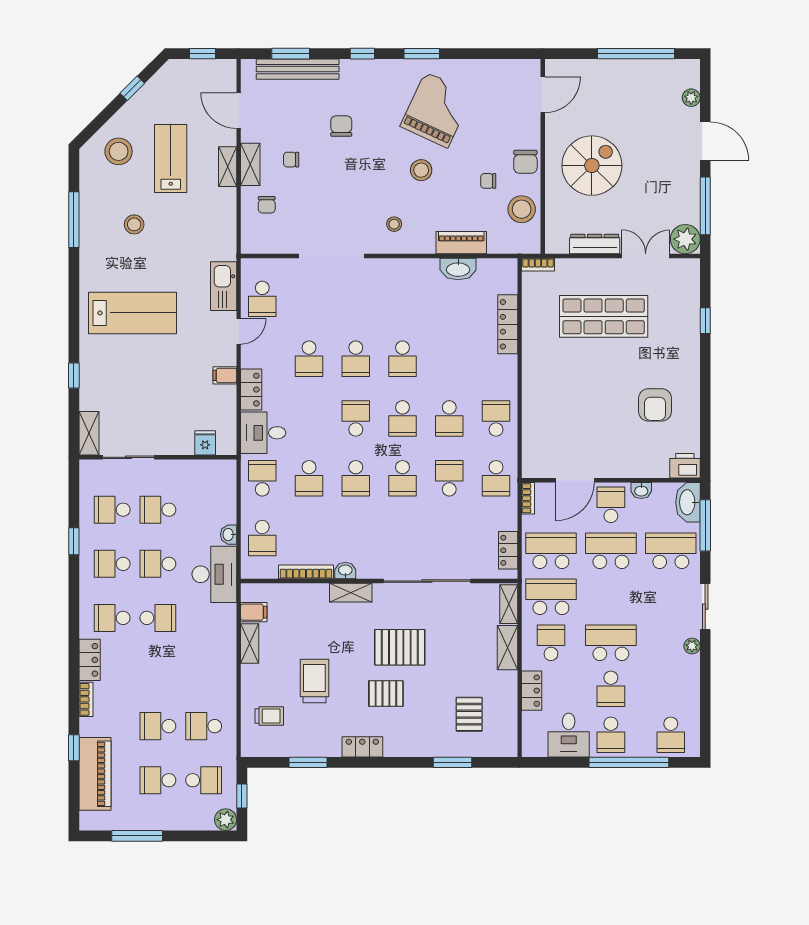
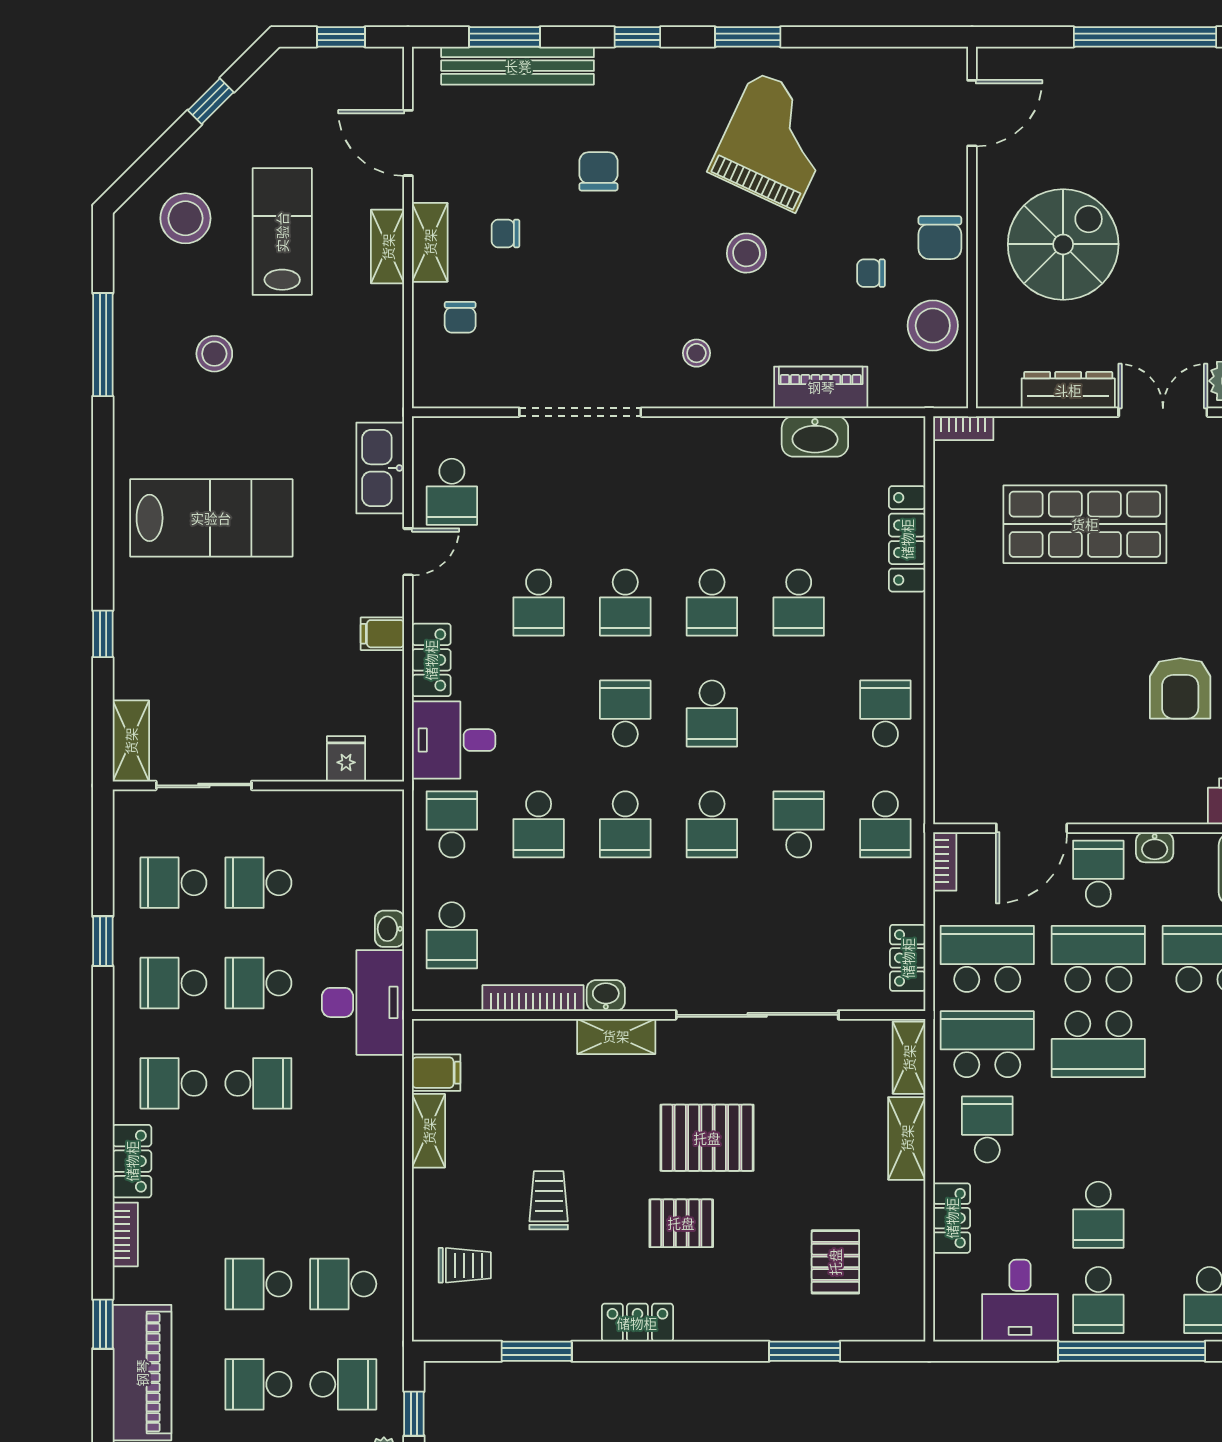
school desk: (449, 418) -> (799, 603), moved
school desk: (611, 643) -> (1098, 1044), moved, turned 180
trolley: (314, 681) -> (549, 1200), width x0.73, depth x0.72

